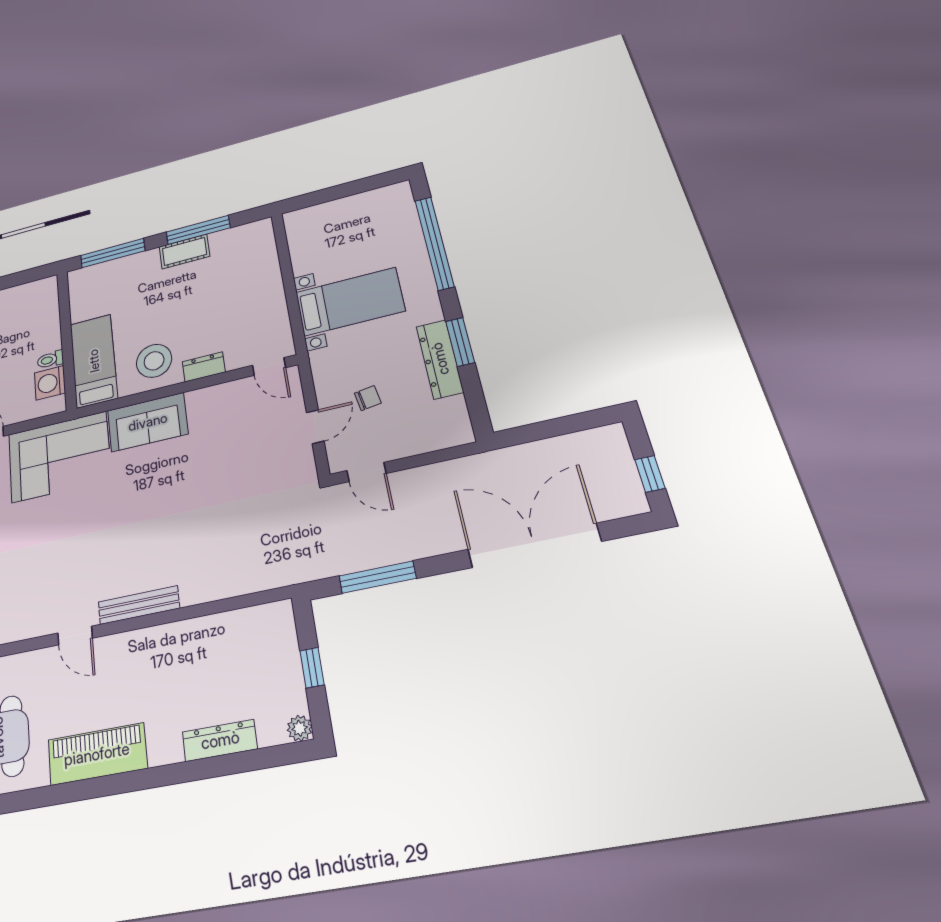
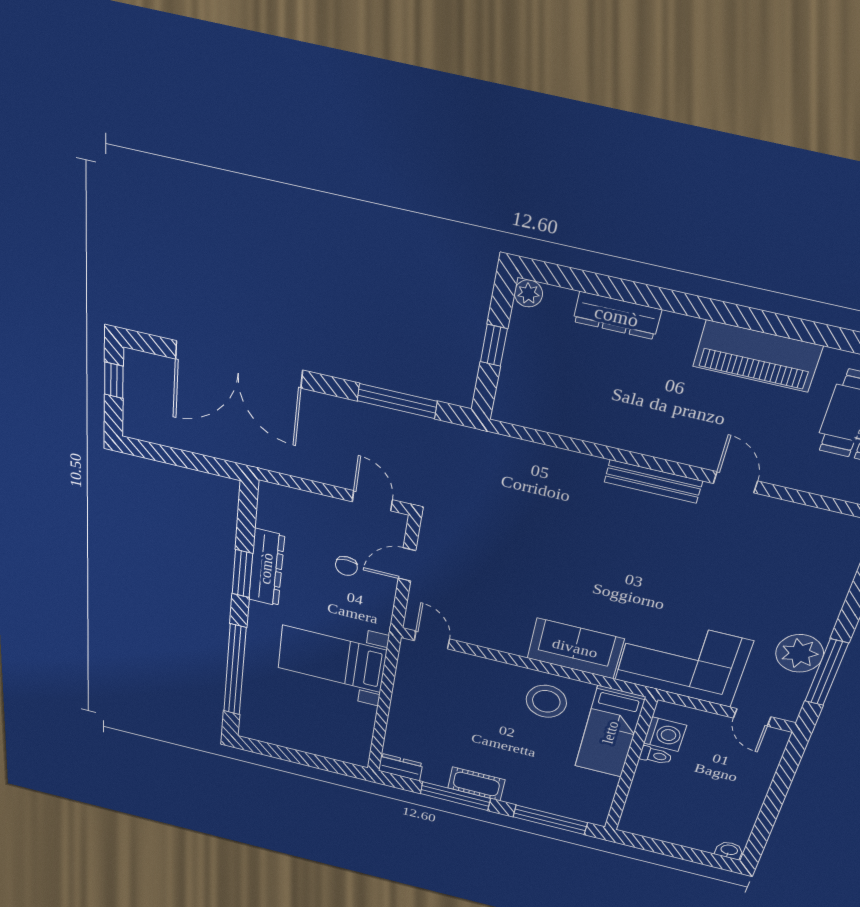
dresser: (204, 367) -> (400, 767), moved, turned 180
chair: (368, 398) -> (346, 566), turned -81

